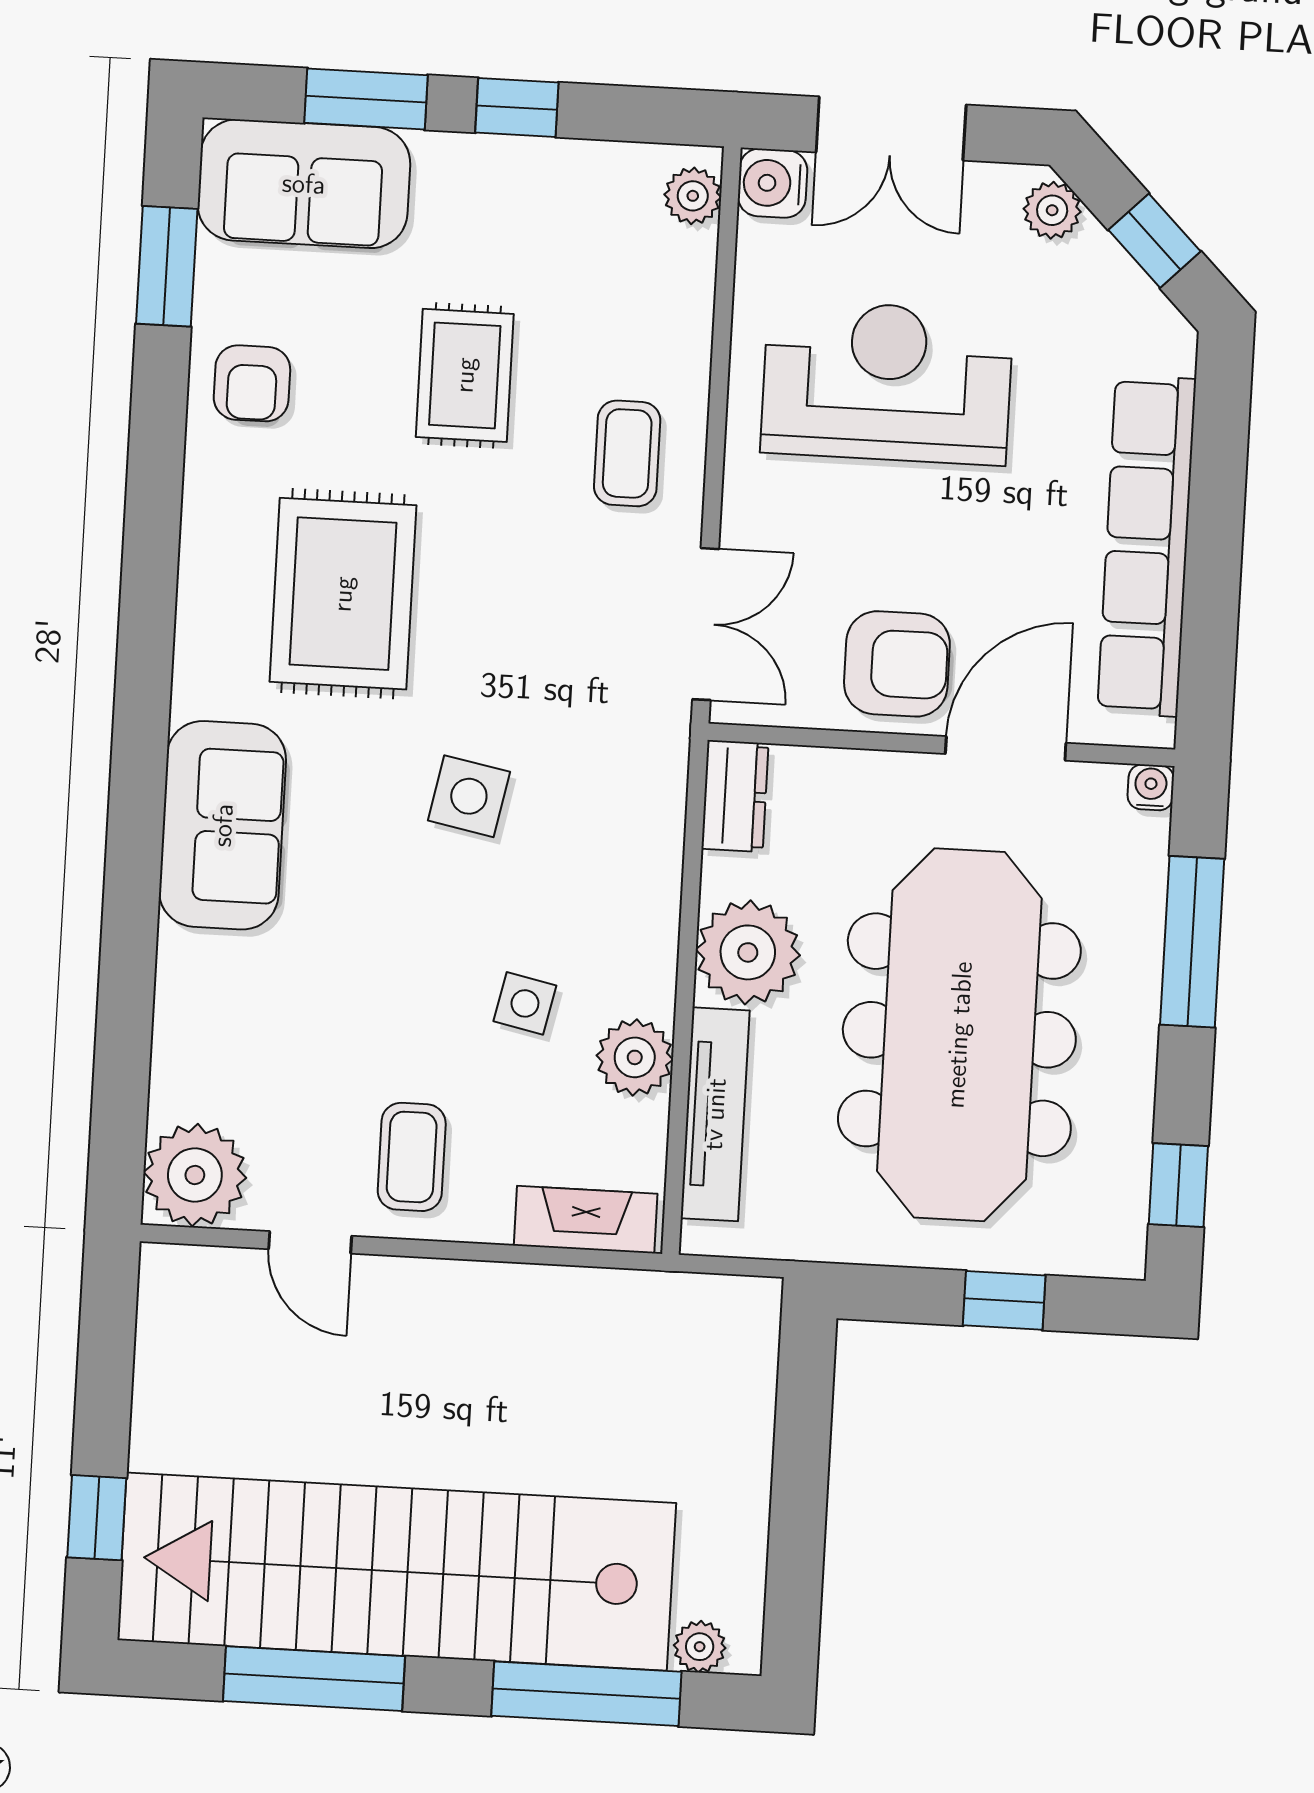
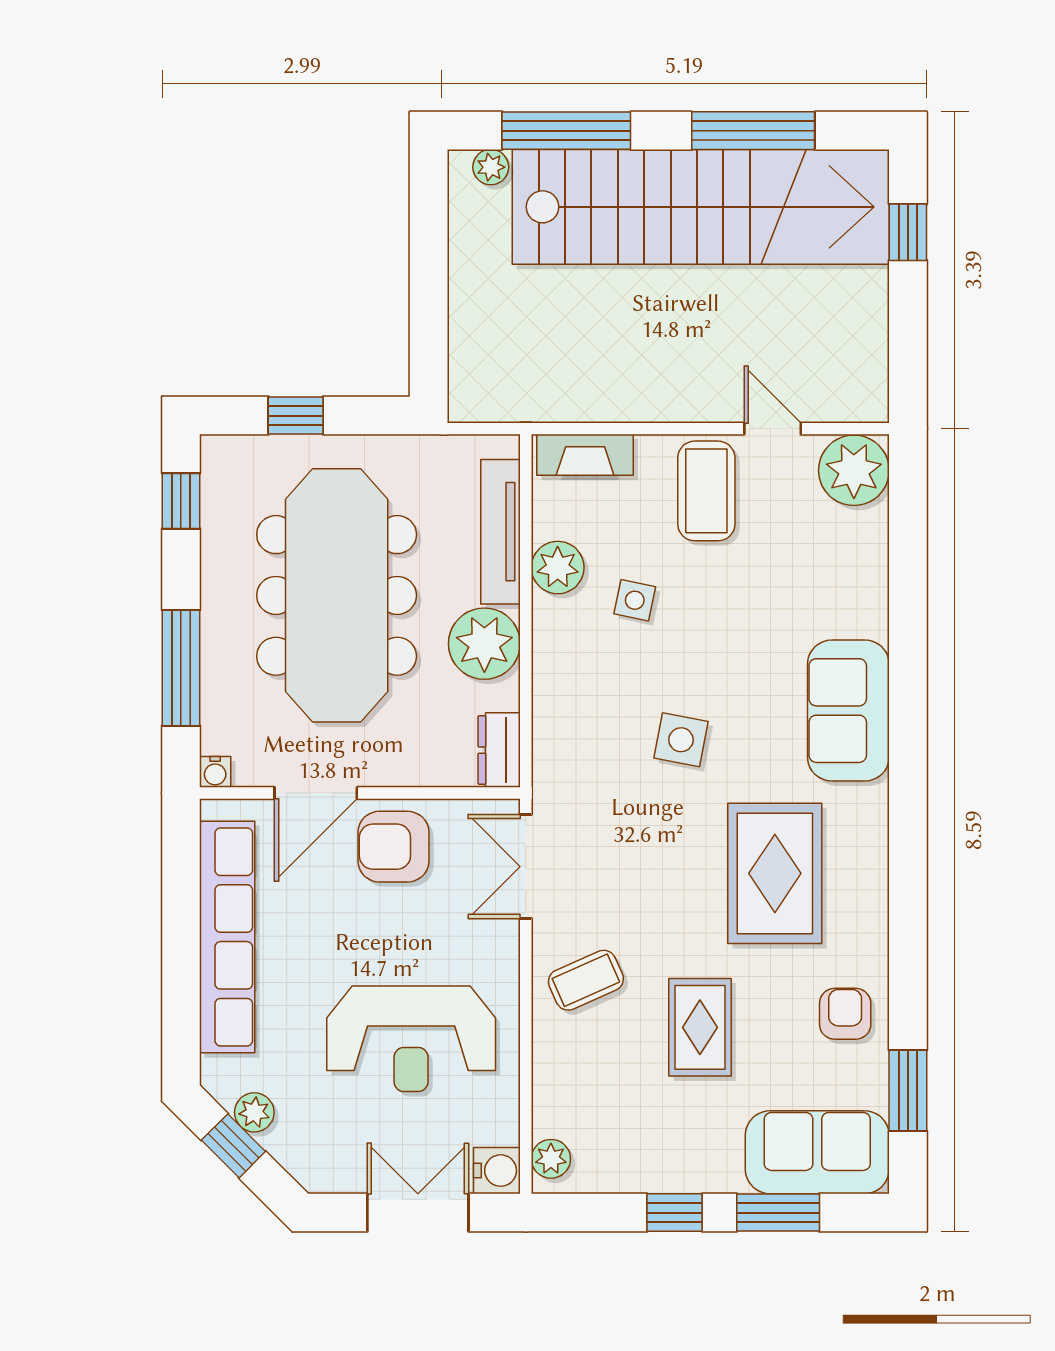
plant: (1052, 210) -> (254, 1112), moved
coffee table: (627, 453) -> (586, 980), turned 66
coffee table: (412, 1157) -> (706, 491), width x1.36, depth x1.30

